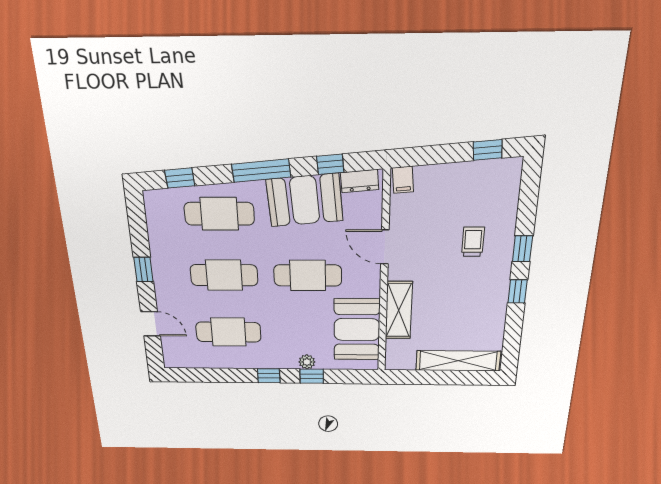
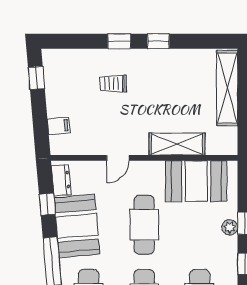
filing cabinet: (403, 180) -> (59, 126), moved
door: (385, 247) -> (118, 158), width x0.73

